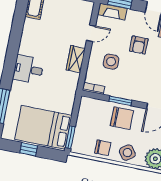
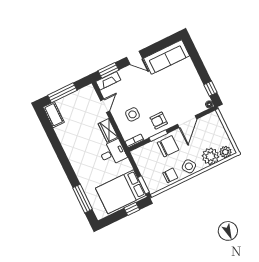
armchair: (139, 45) -> (159, 121), moved, turned 90
desk: (28, 69) -> (113, 153), moved, turned 180
window: (29, 149) -> (132, 209), moved

